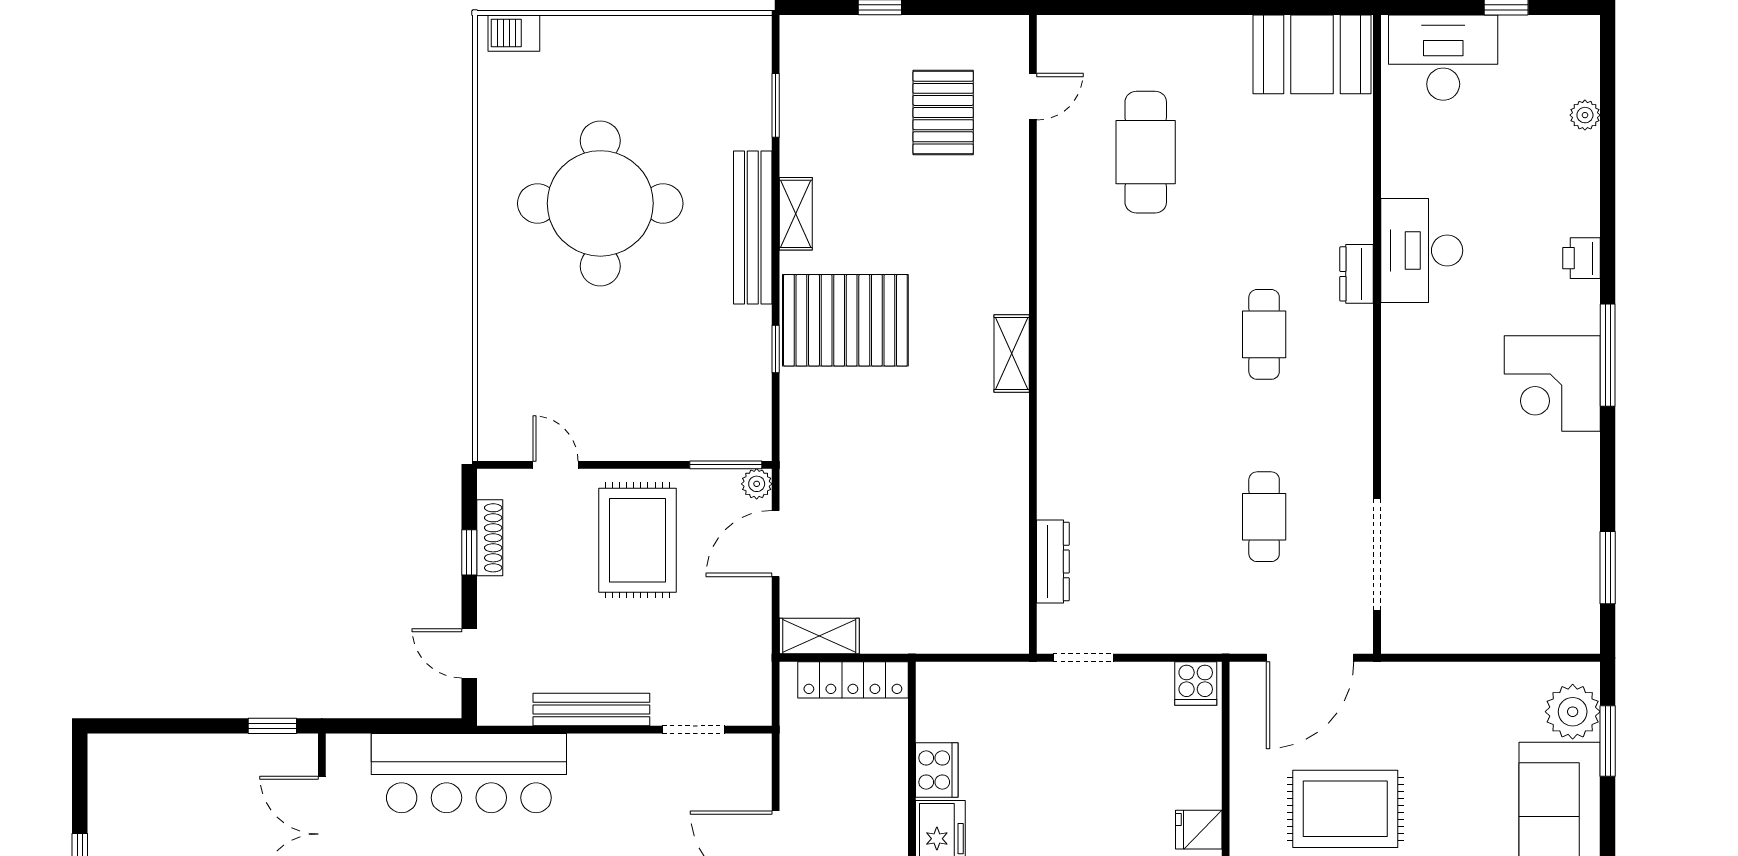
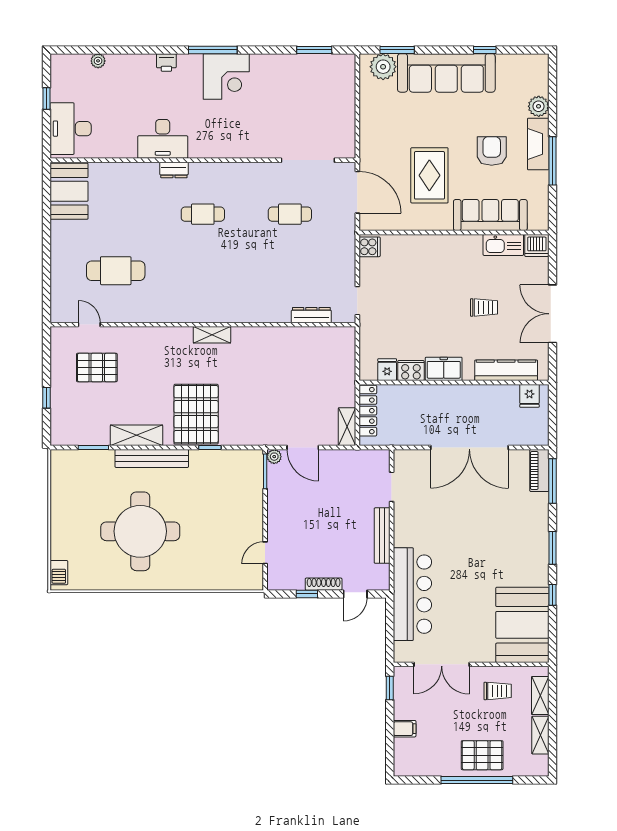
shelving: (796, 214) -> (136, 435), width x1.50, depth x1.33
shoe rack: (490, 538) -> (324, 584), moved
rug: (637, 540) -> (301, 514), removed
filing cabinet: (187, 757) -> (405, 729), added
fridge: (1199, 830) -> (387, 370), moved, turned 180

